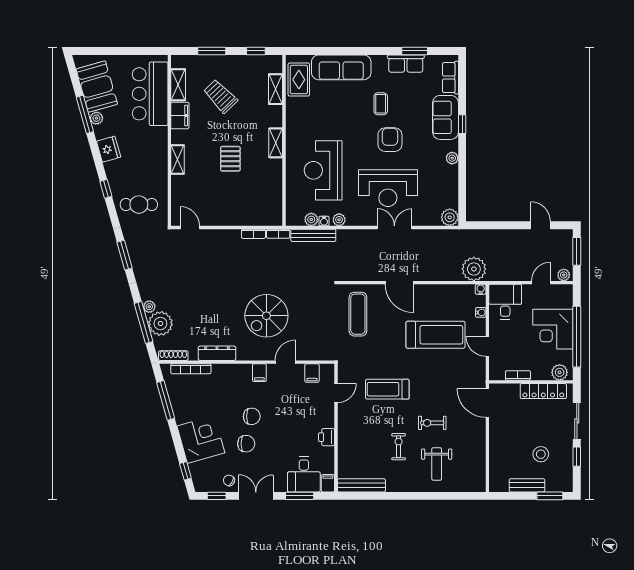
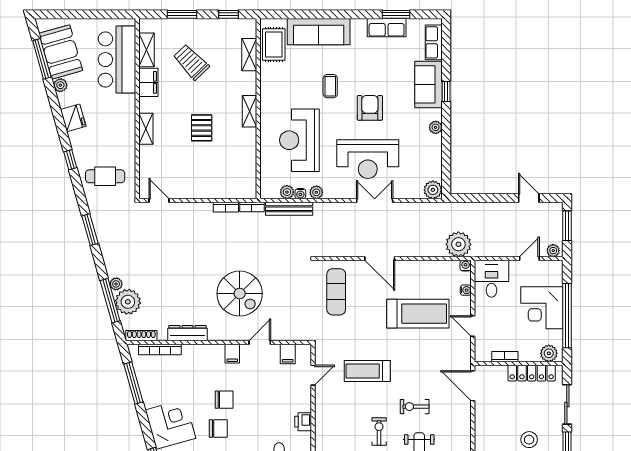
coffee table: (381, 104) -> (330, 86), moved
window: (85, 114) -> (42, 59), moved
spiral stairs: (266, 316) -> (240, 294), turned -90

